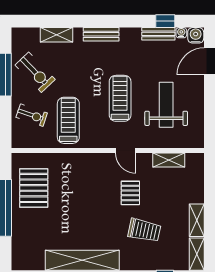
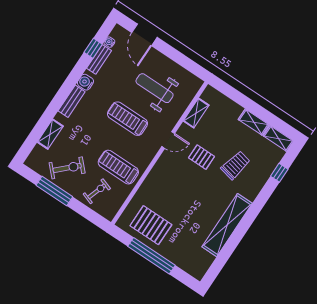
water cooler: (196, 35) -> (85, 82), moved

